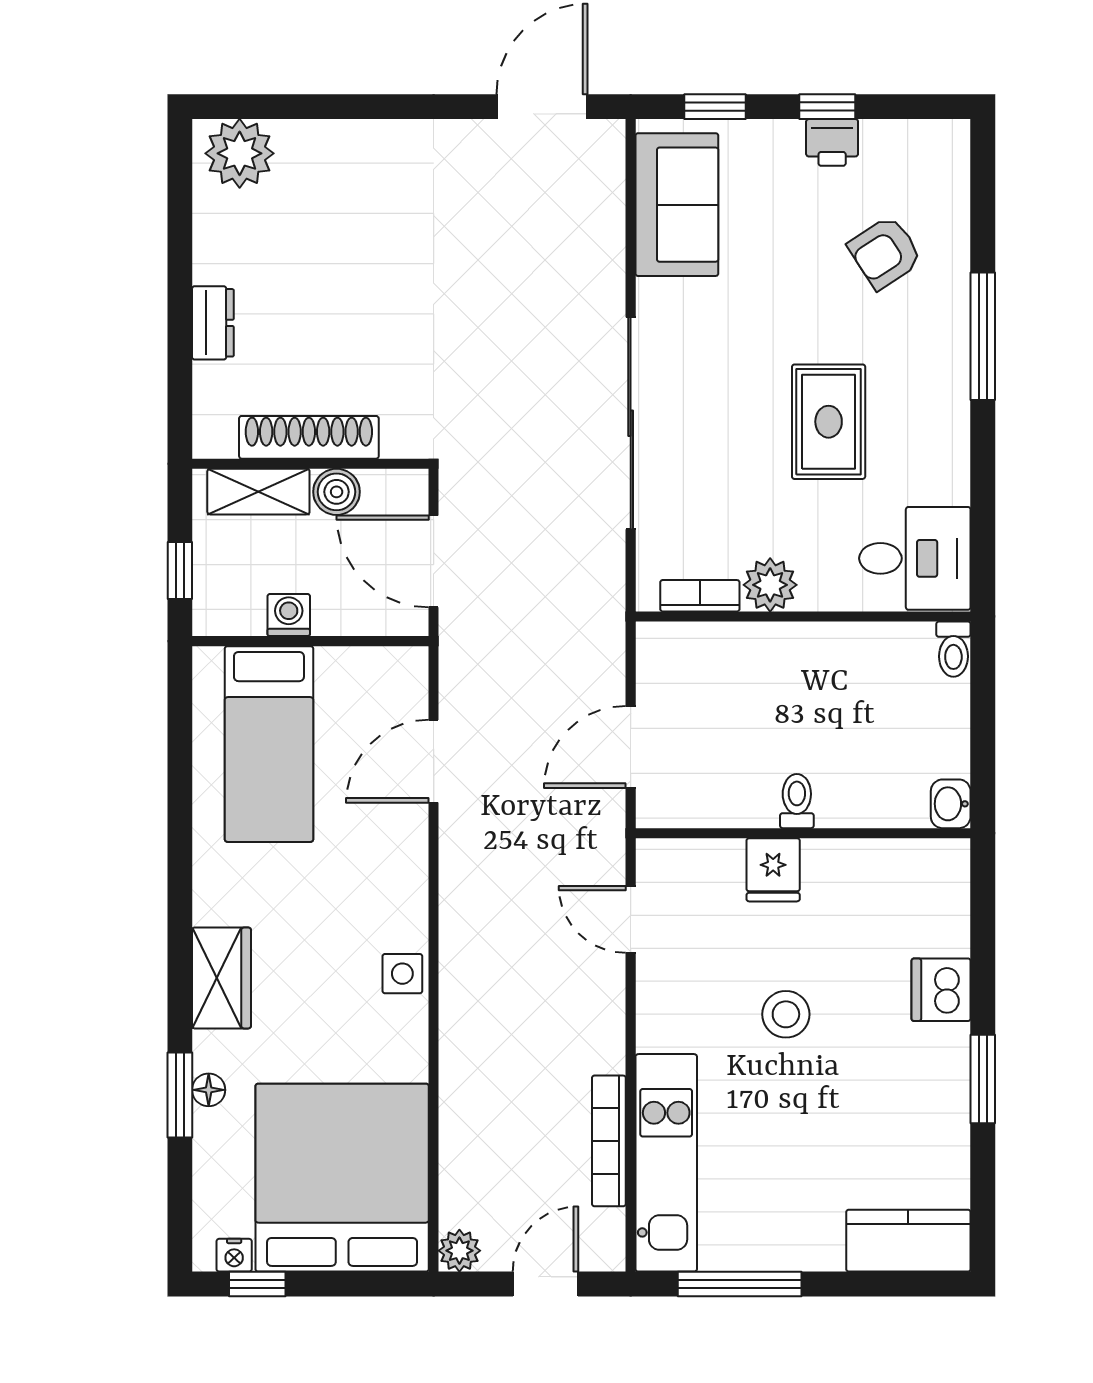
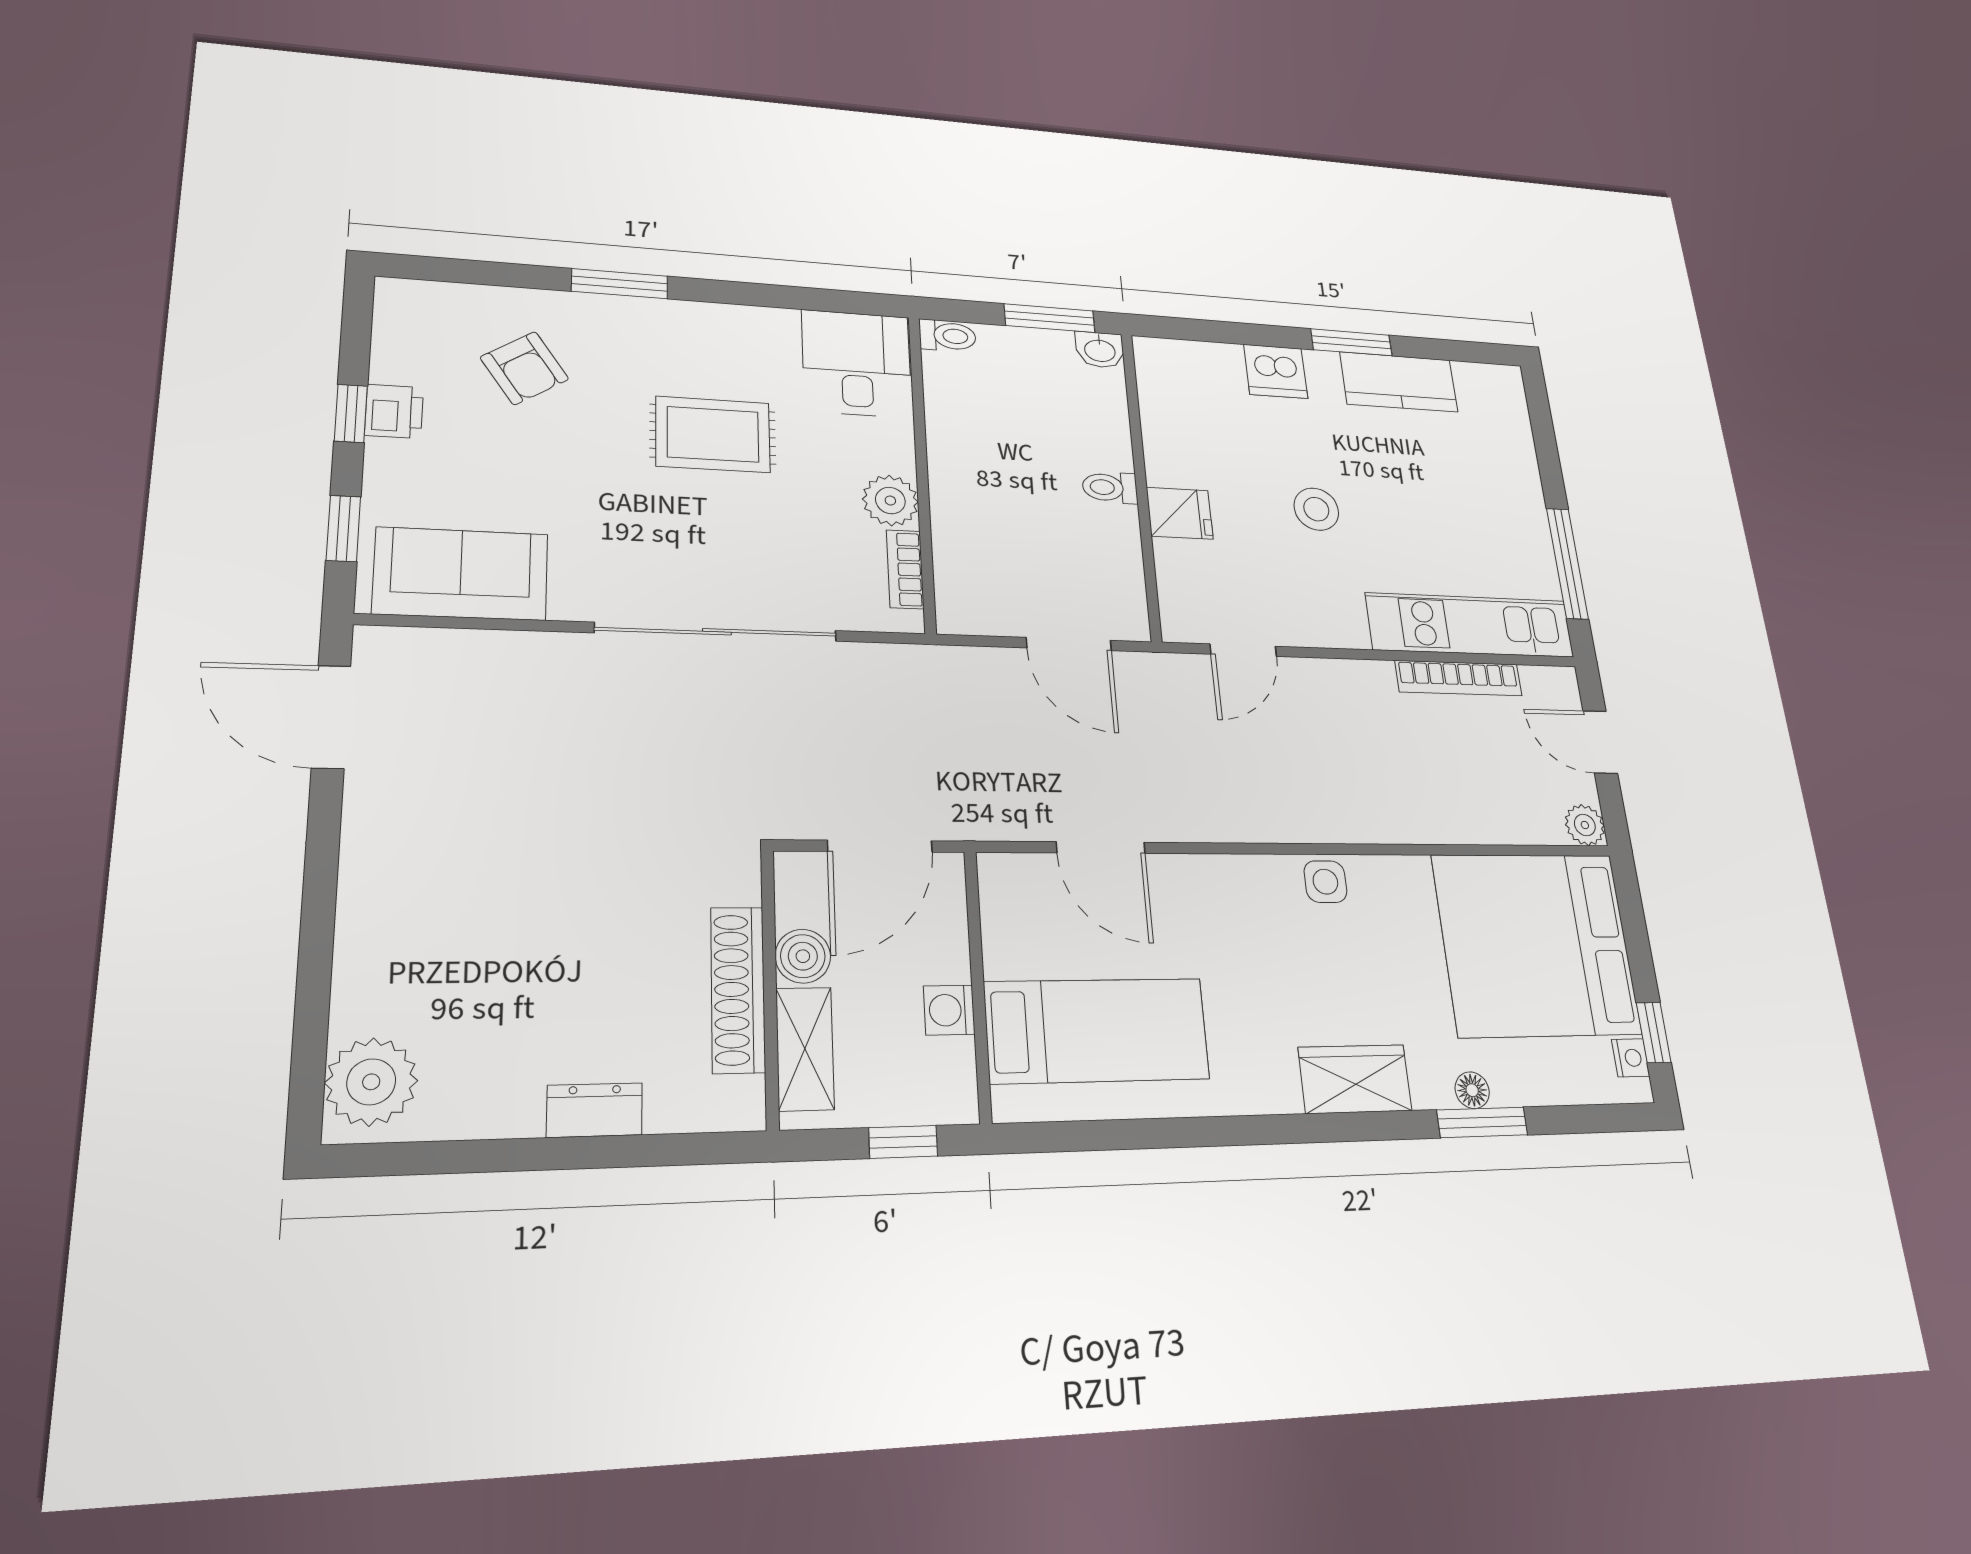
window: (983, 336) -> (620, 284), width x0.69
window: (983, 754) -> (1050, 318), added
kitchen counter: (908, 1241) -> (1399, 382), moved, turned -90

